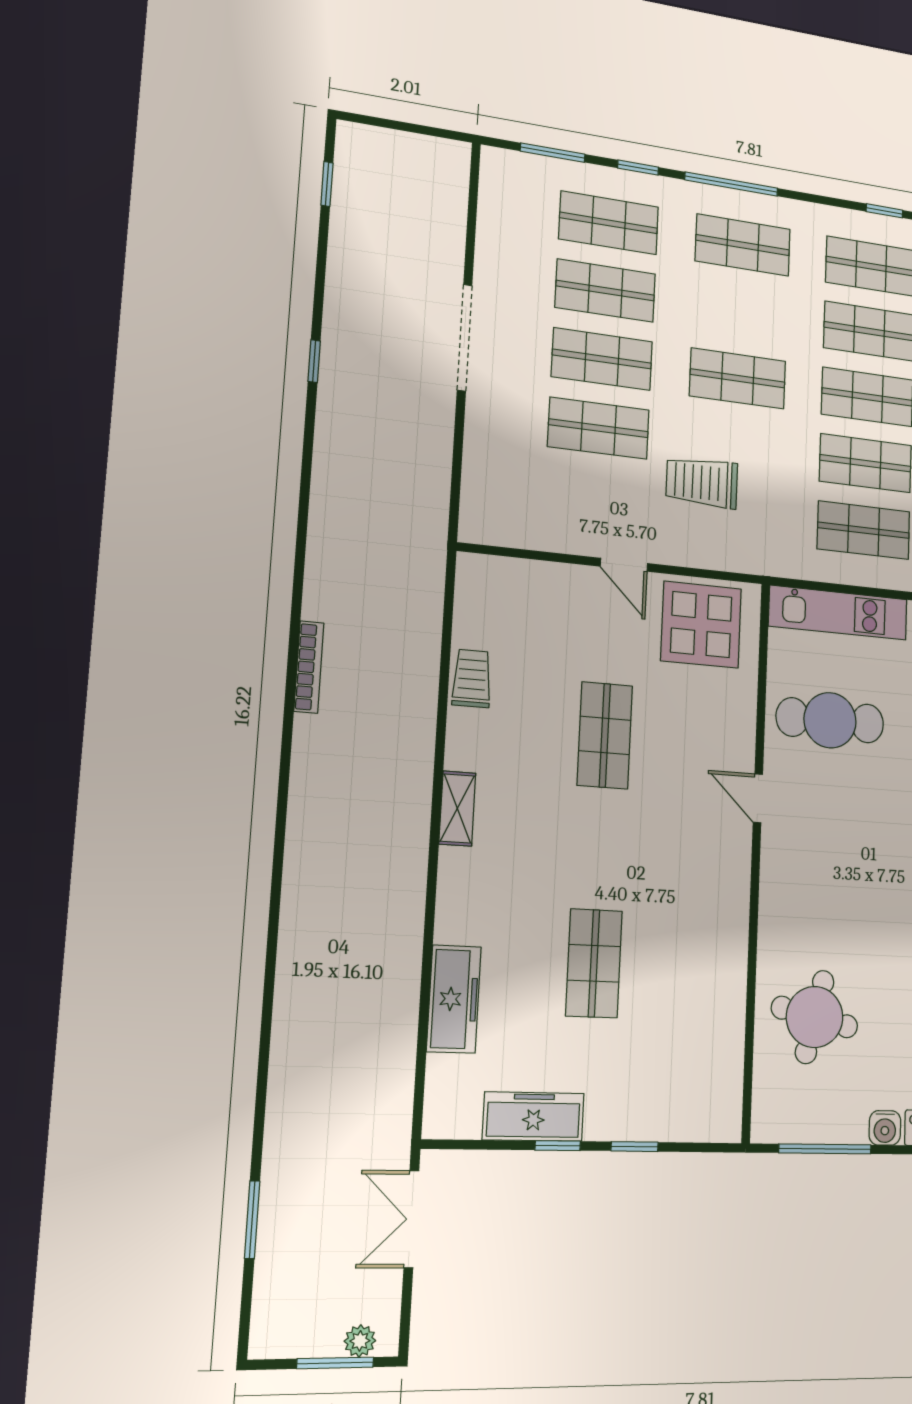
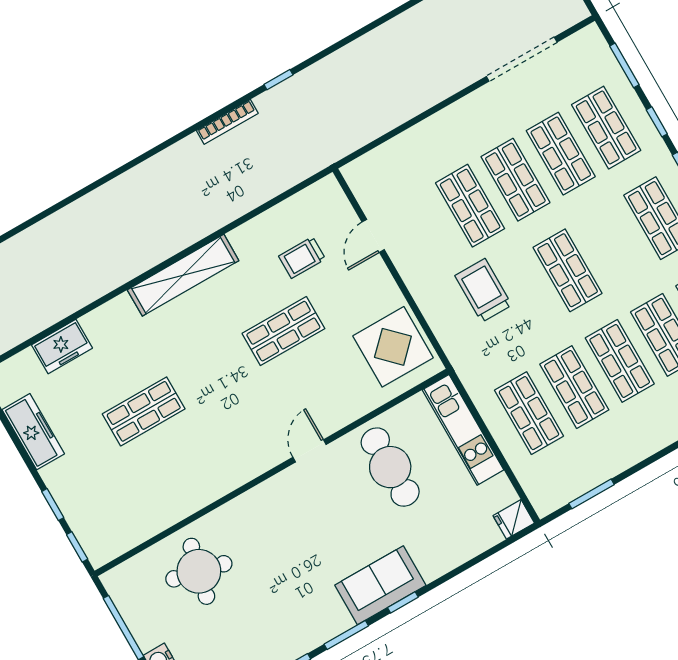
doorway: (465, 338) -> (522, 59), moved
window: (314, 361) -> (278, 80), moved
door: (624, 565) -> (373, 236), moved
bookcase: (309, 667) -> (227, 122), moved
trolley: (472, 678) -> (302, 258), moved, turned 180
shelving: (457, 808) -> (183, 275), width x2.20, depth x1.33
freezer: (454, 999) -> (62, 347), width x0.71
window: (558, 1146) -> (77, 547), moved

